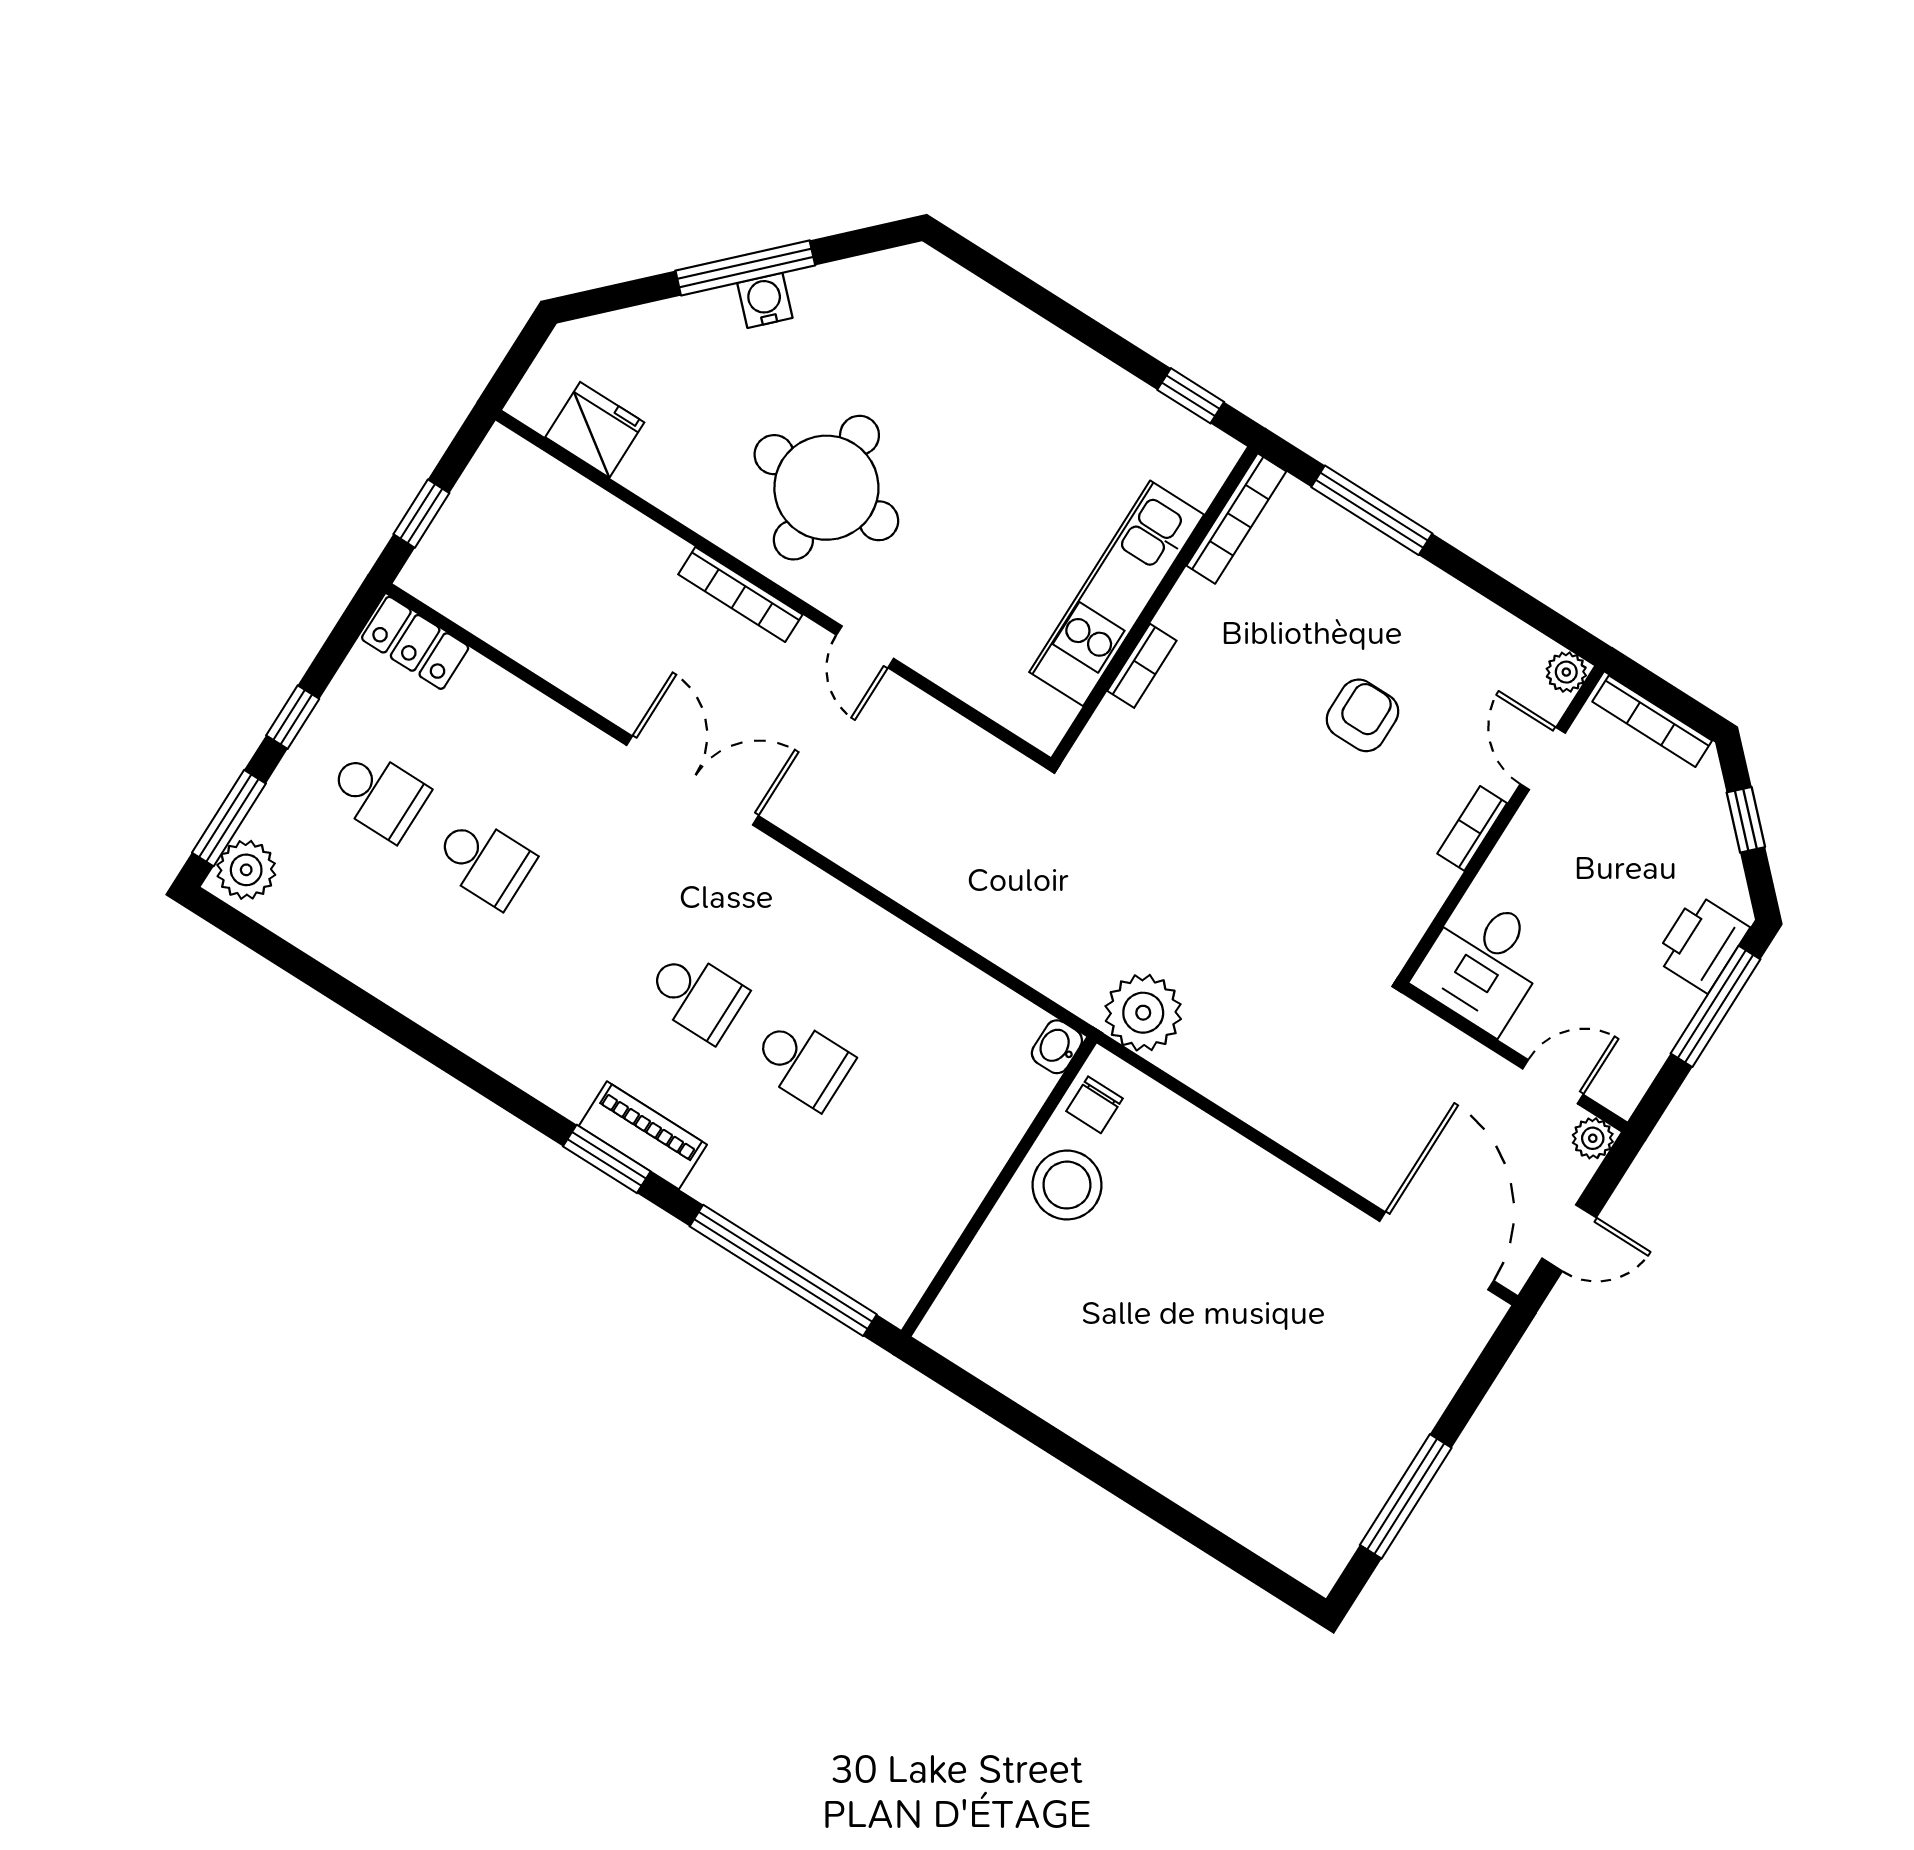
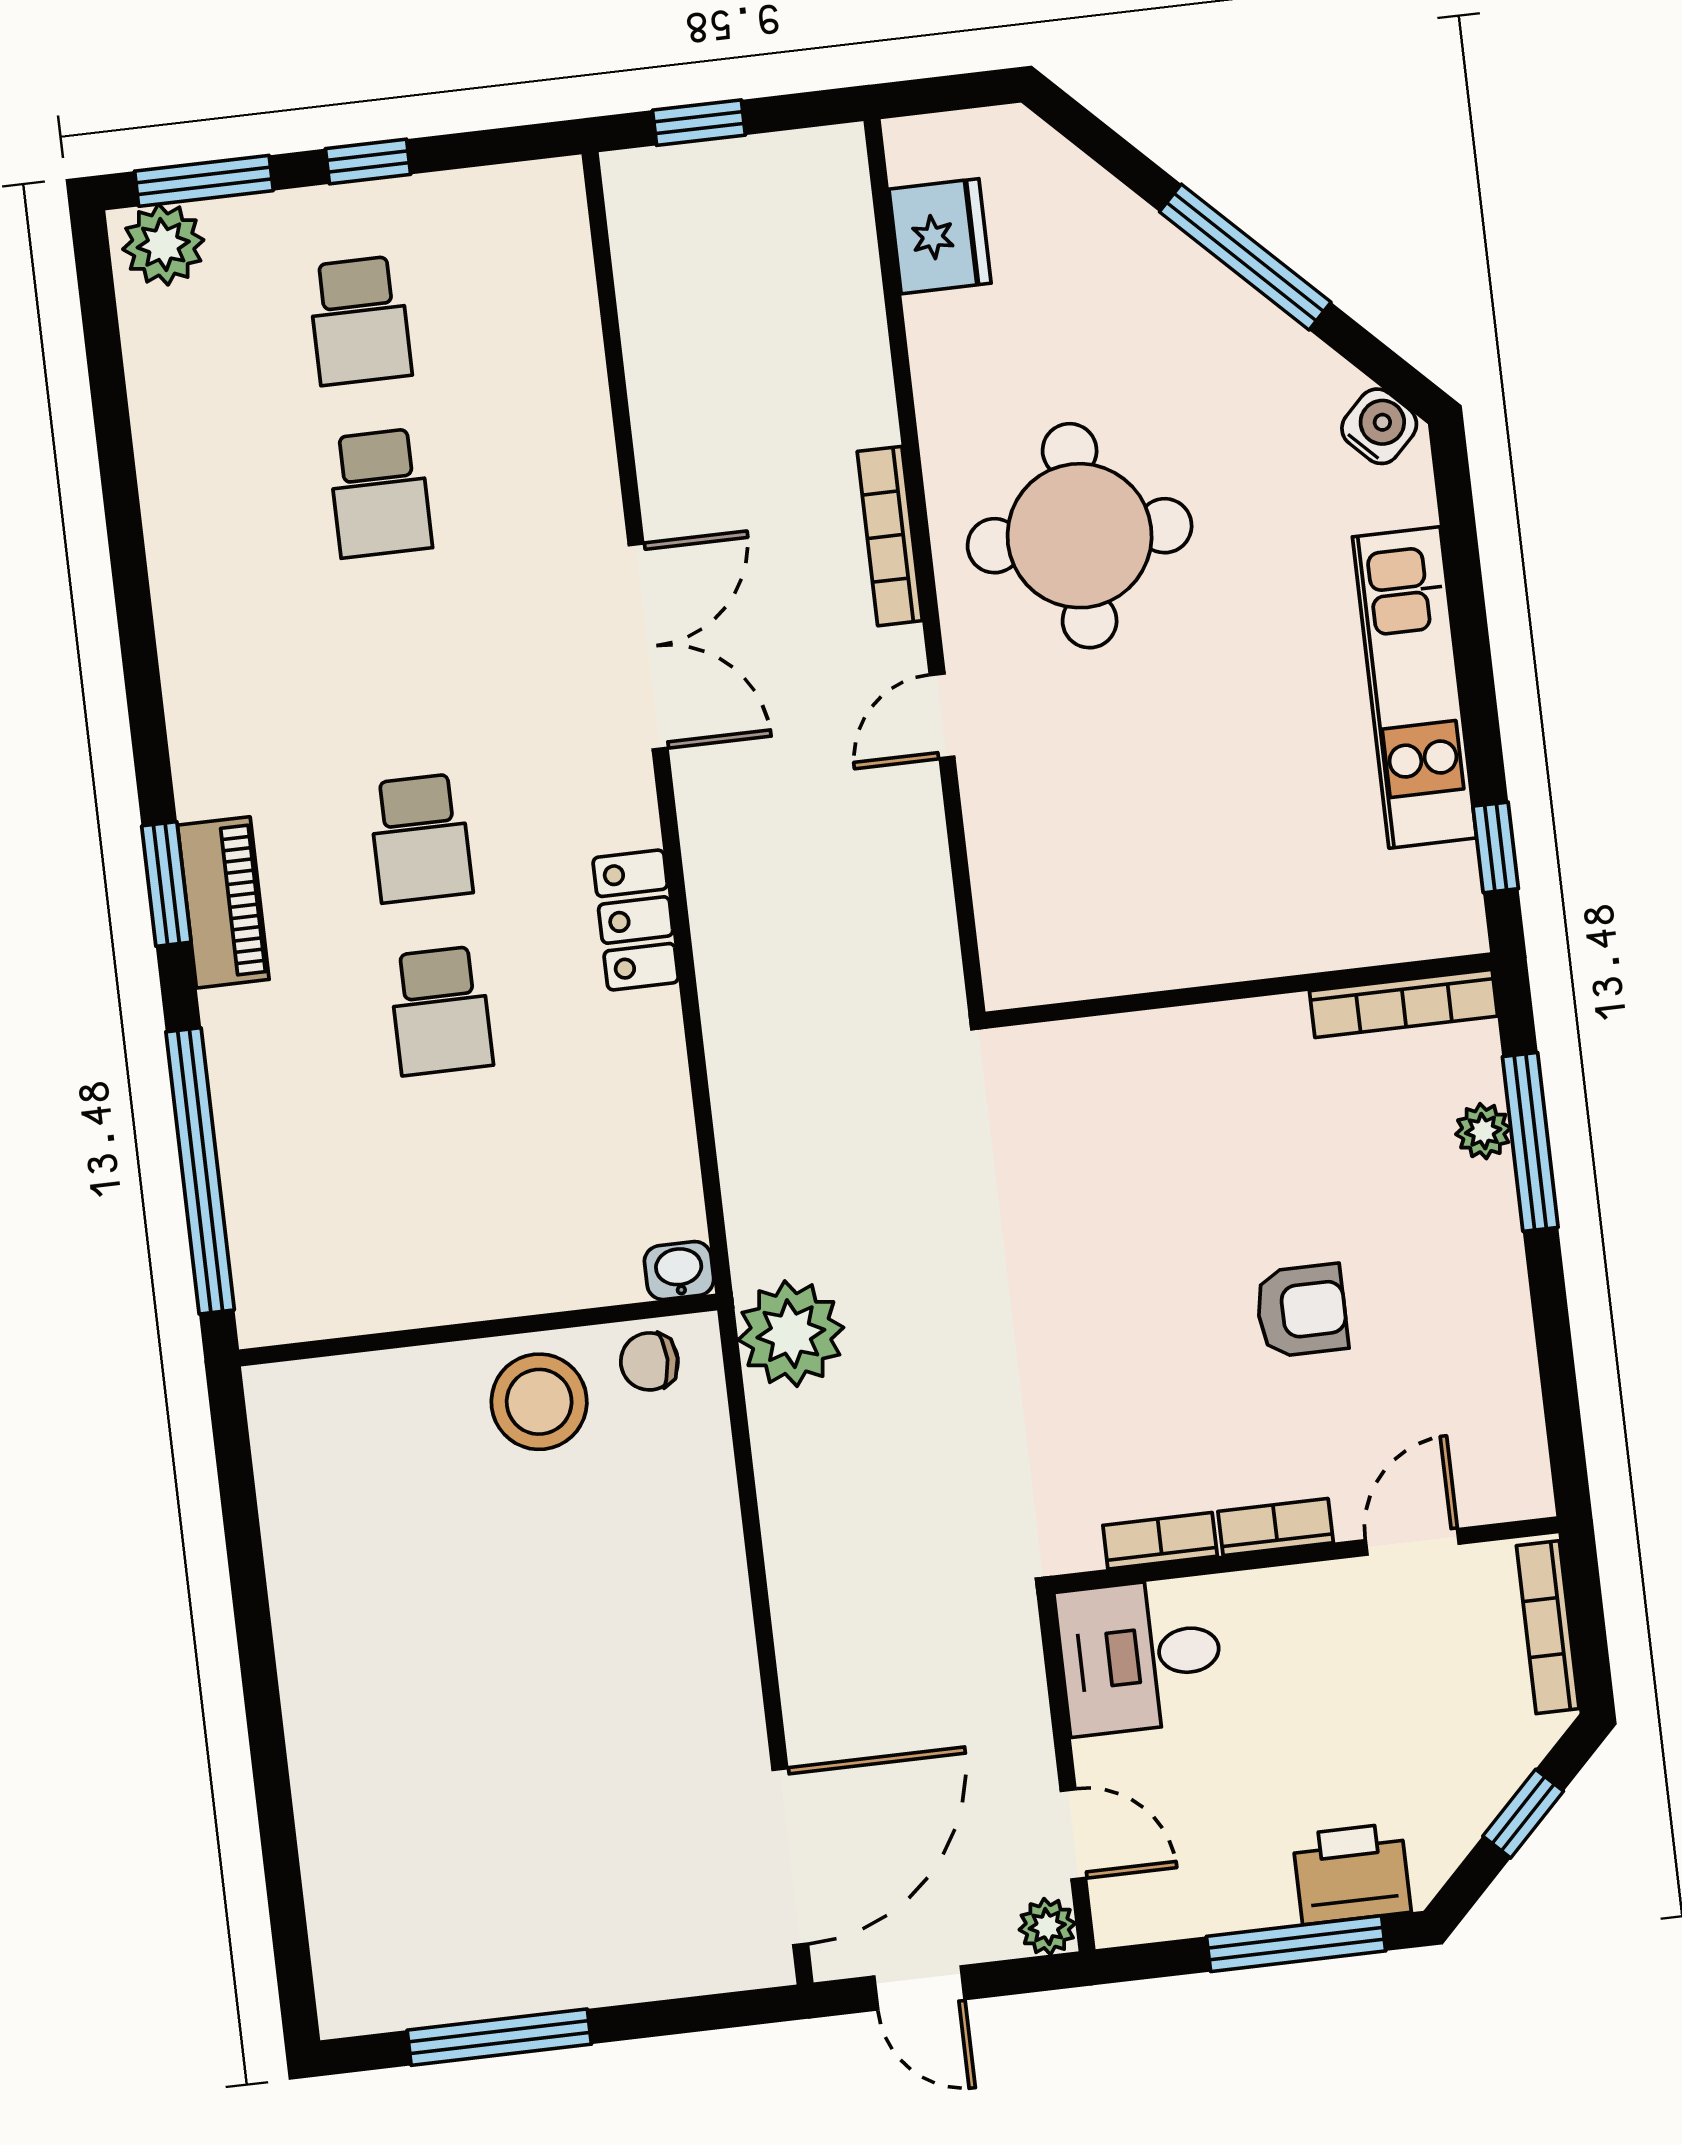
water cooler: (765, 300) -> (1379, 426), moved
kitchen unit: (1117, 593) -> (1415, 687), moved, turned -90
locker: (415, 643) -> (636, 920), moved
bookcase: (1142, 666) -> (1160, 1541), moved, turned 180
plant: (1566, 672) -> (1483, 1131), moved

